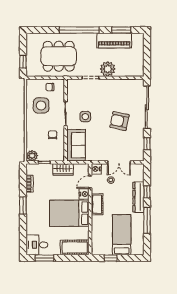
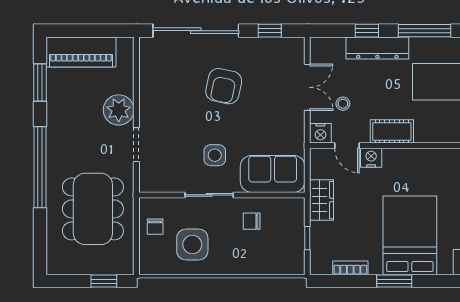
piano: (114, 41) -> (81, 52), moved, turned 90
plant: (32, 156) -> (294, 263), removed
bed: (69, 213) -> (410, 235), moved, turned 180

